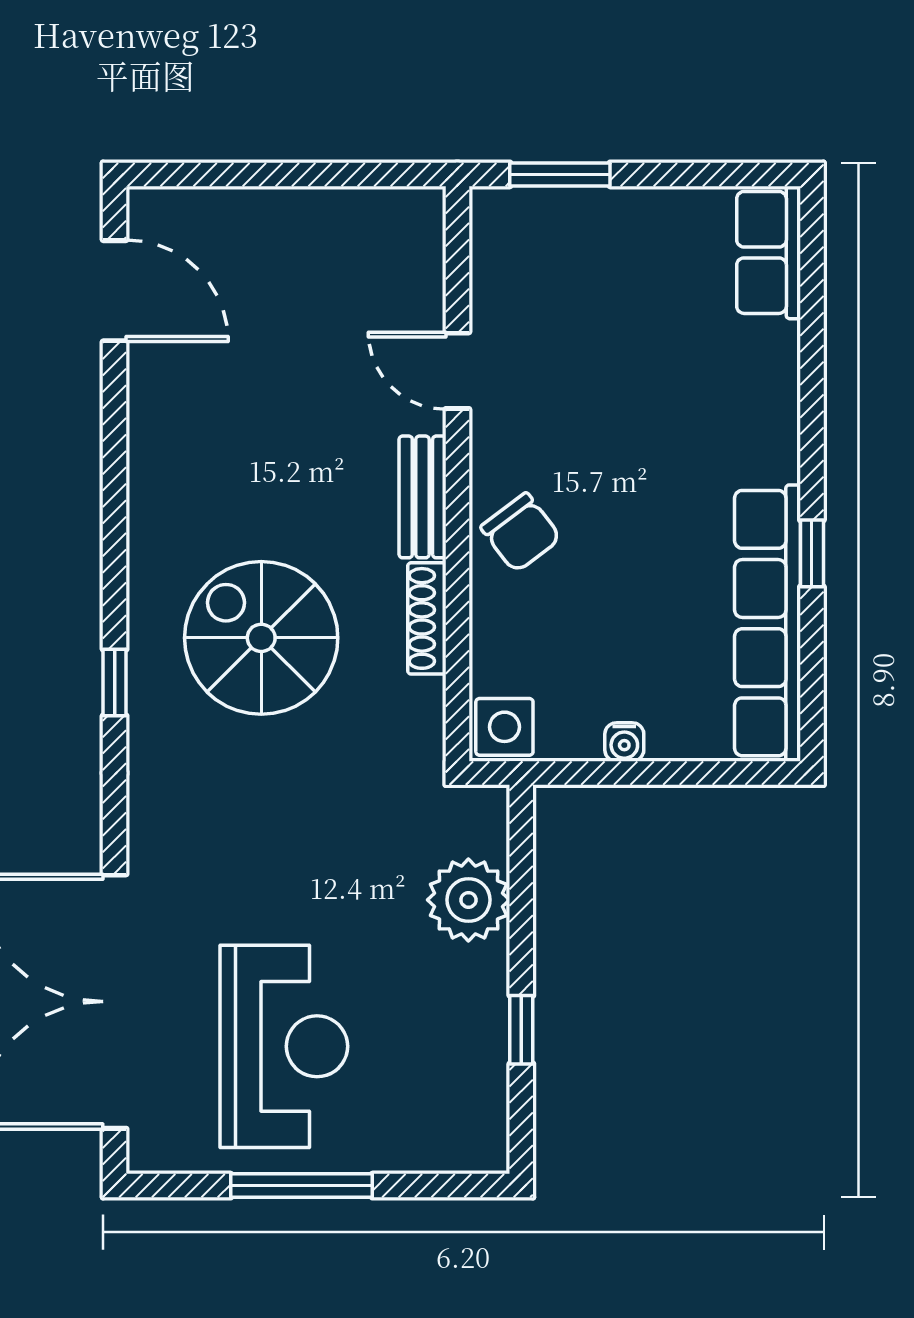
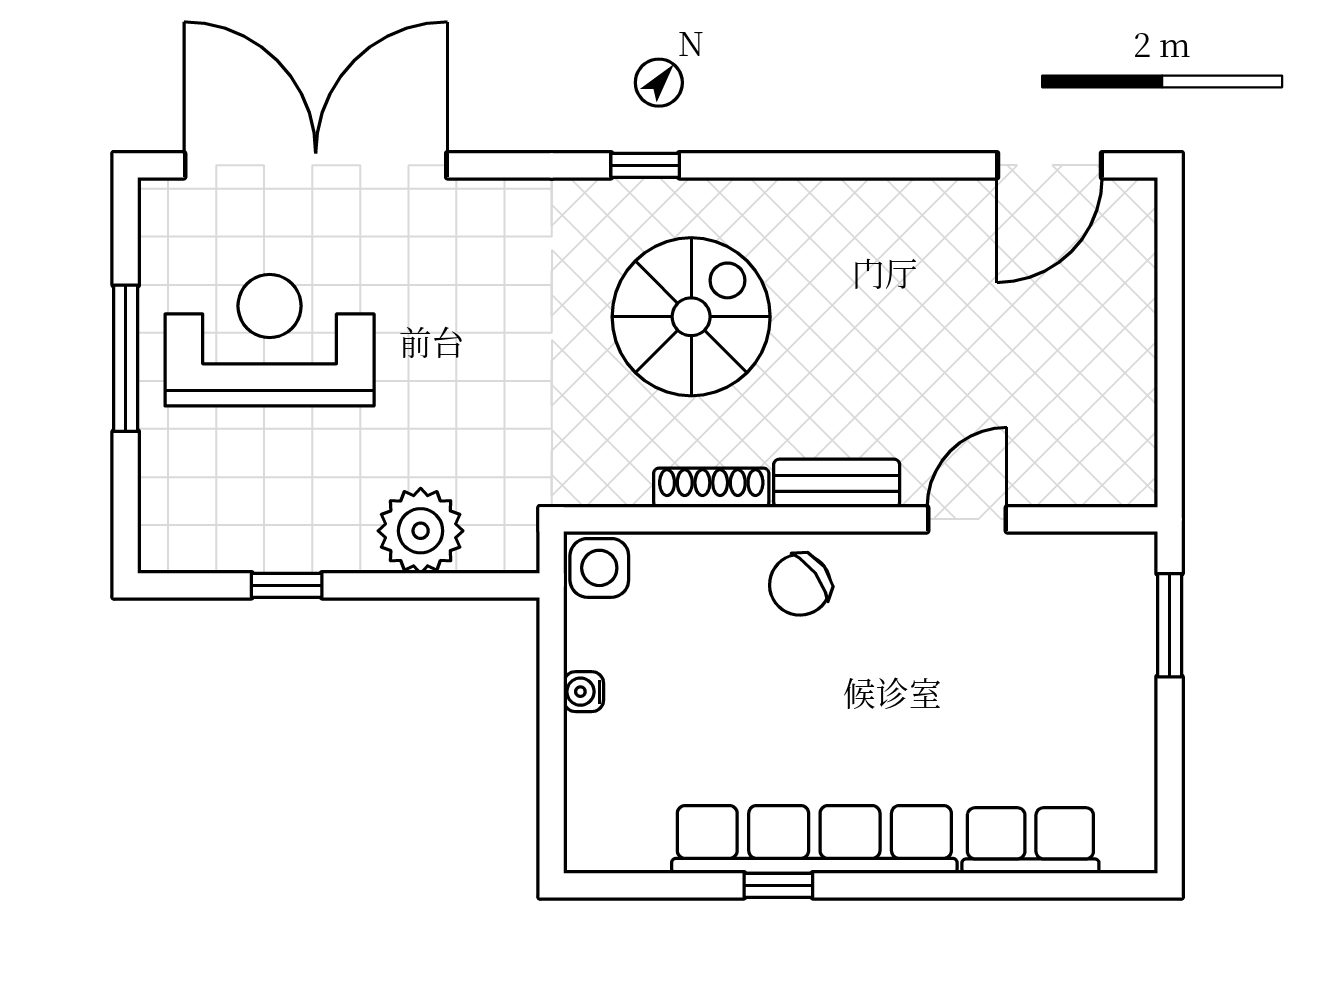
row of seats: (769, 252) -> (1030, 840), moved
row of seats: (767, 623) -> (814, 839), moved
reception desk: (284, 1046) -> (270, 340), turned 180

